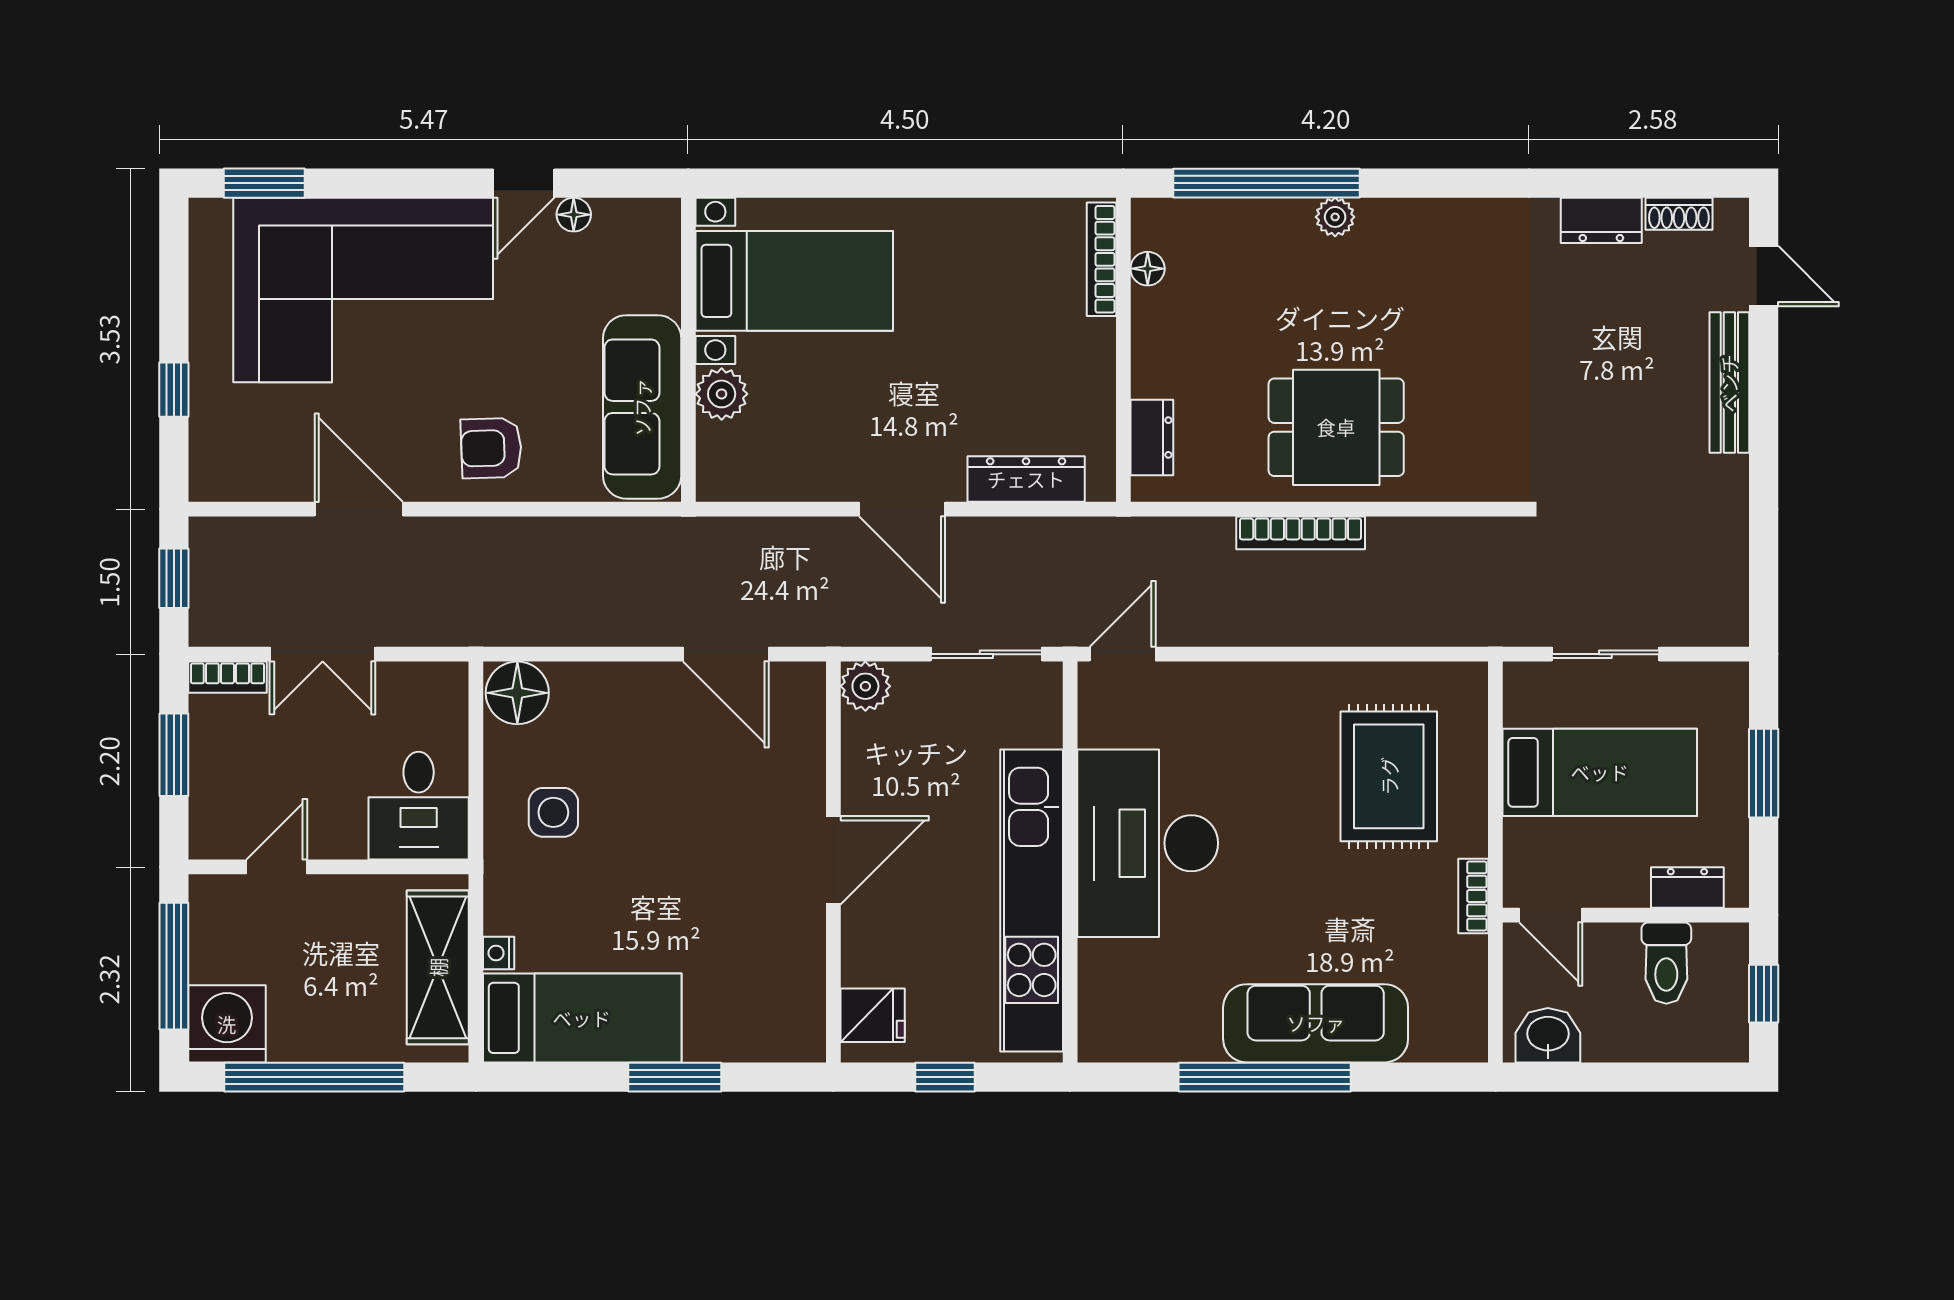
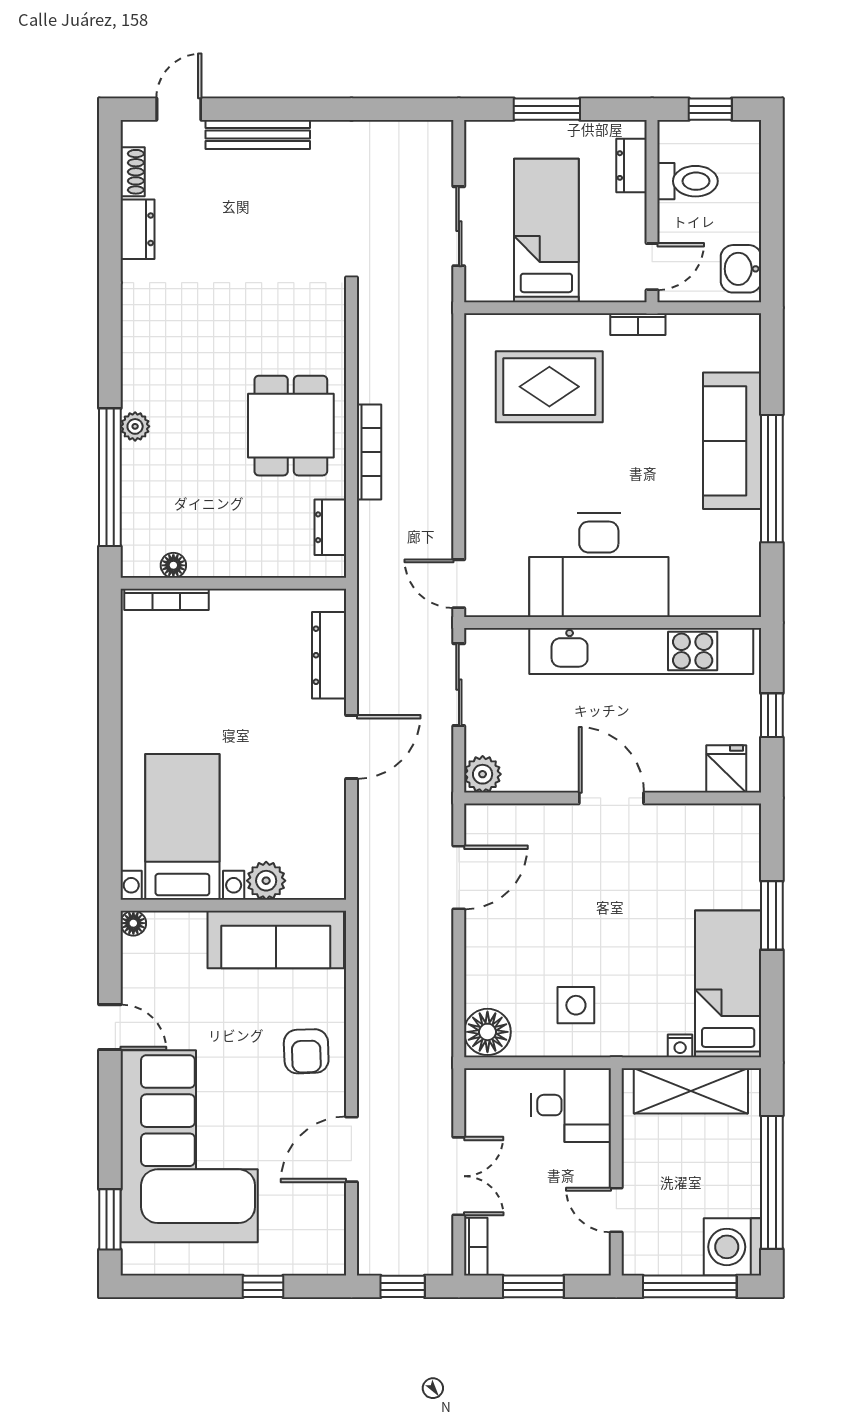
floor lamp: (574, 215) -> (133, 923), moved
dresser: (1152, 437) -> (330, 527), moved, turned -90

